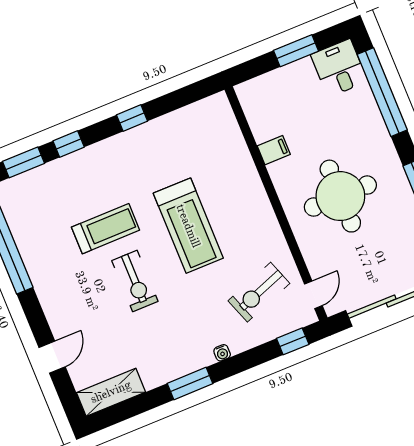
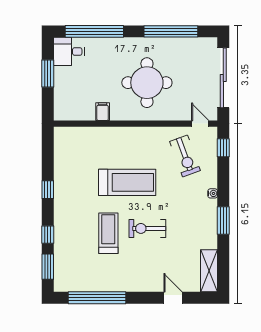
exercise bike: (135, 281) -> (147, 228), turned 180

